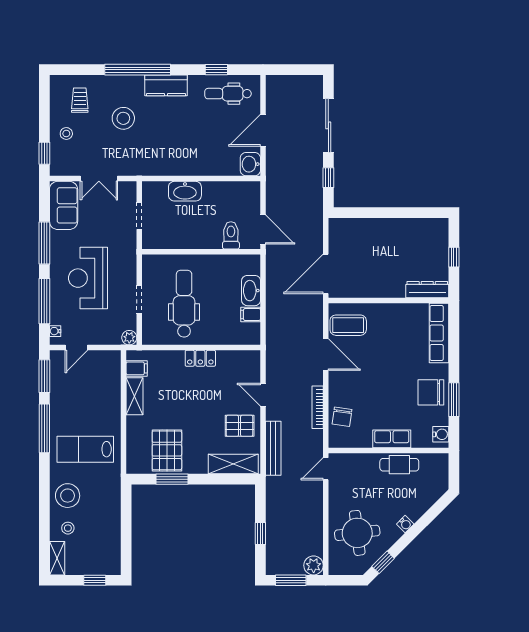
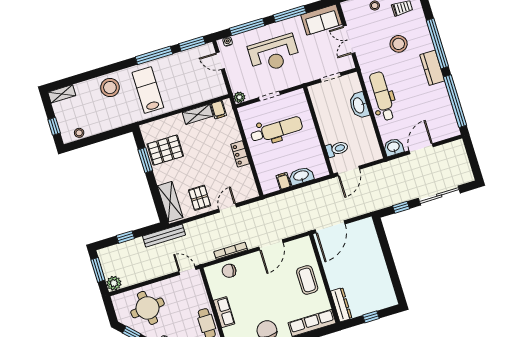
window: (216, 70) -> (455, 101), width x3.17
dental chair: (228, 94) -> (382, 96), moved, width x1.36, depth x1.38
door: (263, 130) -> (421, 149), hinge flipped
door: (326, 274) -> (330, 227), swing flipped
reception desk: (88, 278) -> (274, 54), turned 180
coffee table: (348, 325) -> (307, 280), moved
bench: (273, 448) -> (164, 236), moved
stool: (68, 528) -> (79, 133), moved

